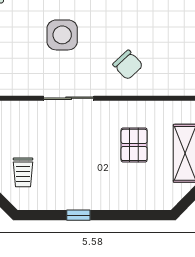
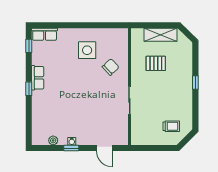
side table: (62, 35) -> (87, 50), moved
window: (78, 215) -> (195, 83), moved

